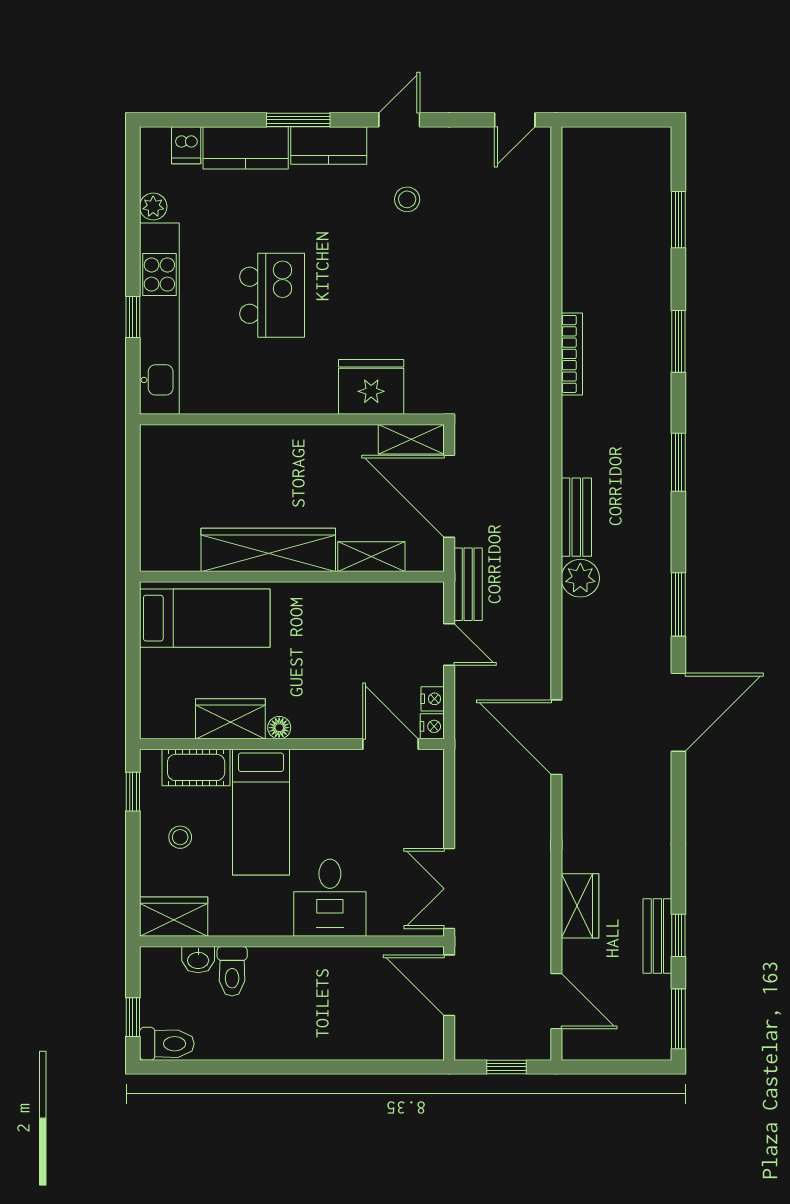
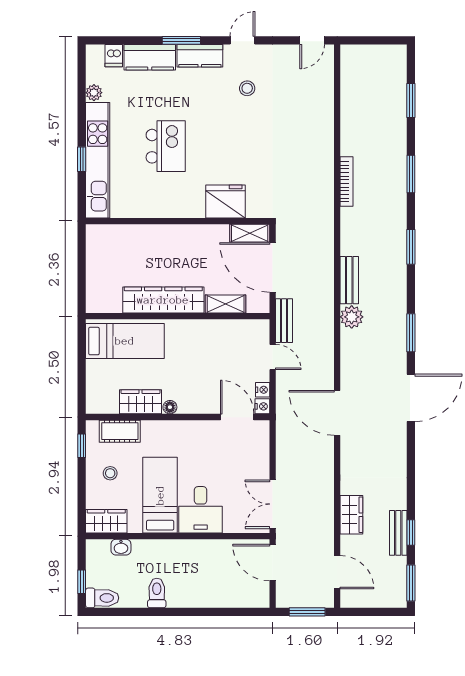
bed: (261, 812) -> (160, 495), moved, turned 180
toilet: (232, 971) -> (157, 593), moved, turned 180
window: (507, 1067) -> (307, 612), width x1.50

